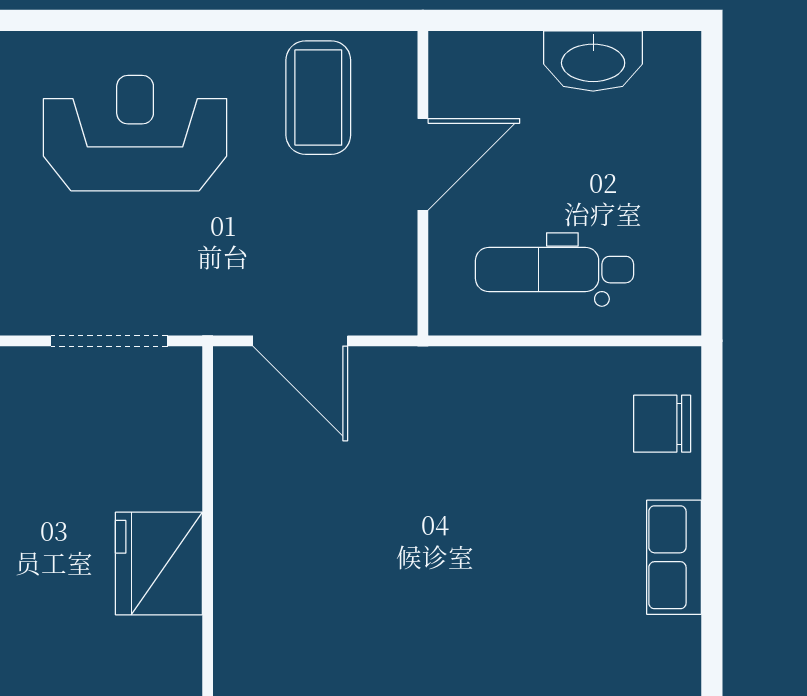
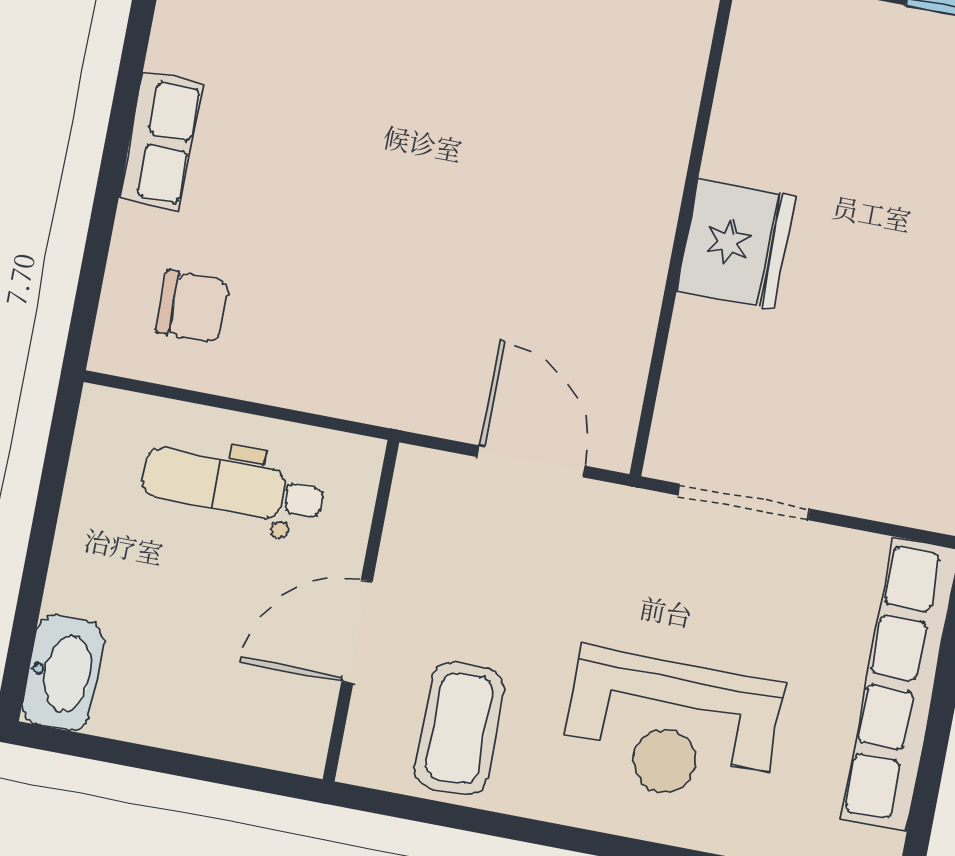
washbasin: (593, 61) -> (63, 673), moved, turned 90
dental chair: (554, 270) -> (233, 487), turned 180
chair: (662, 424) -> (193, 307), moved

